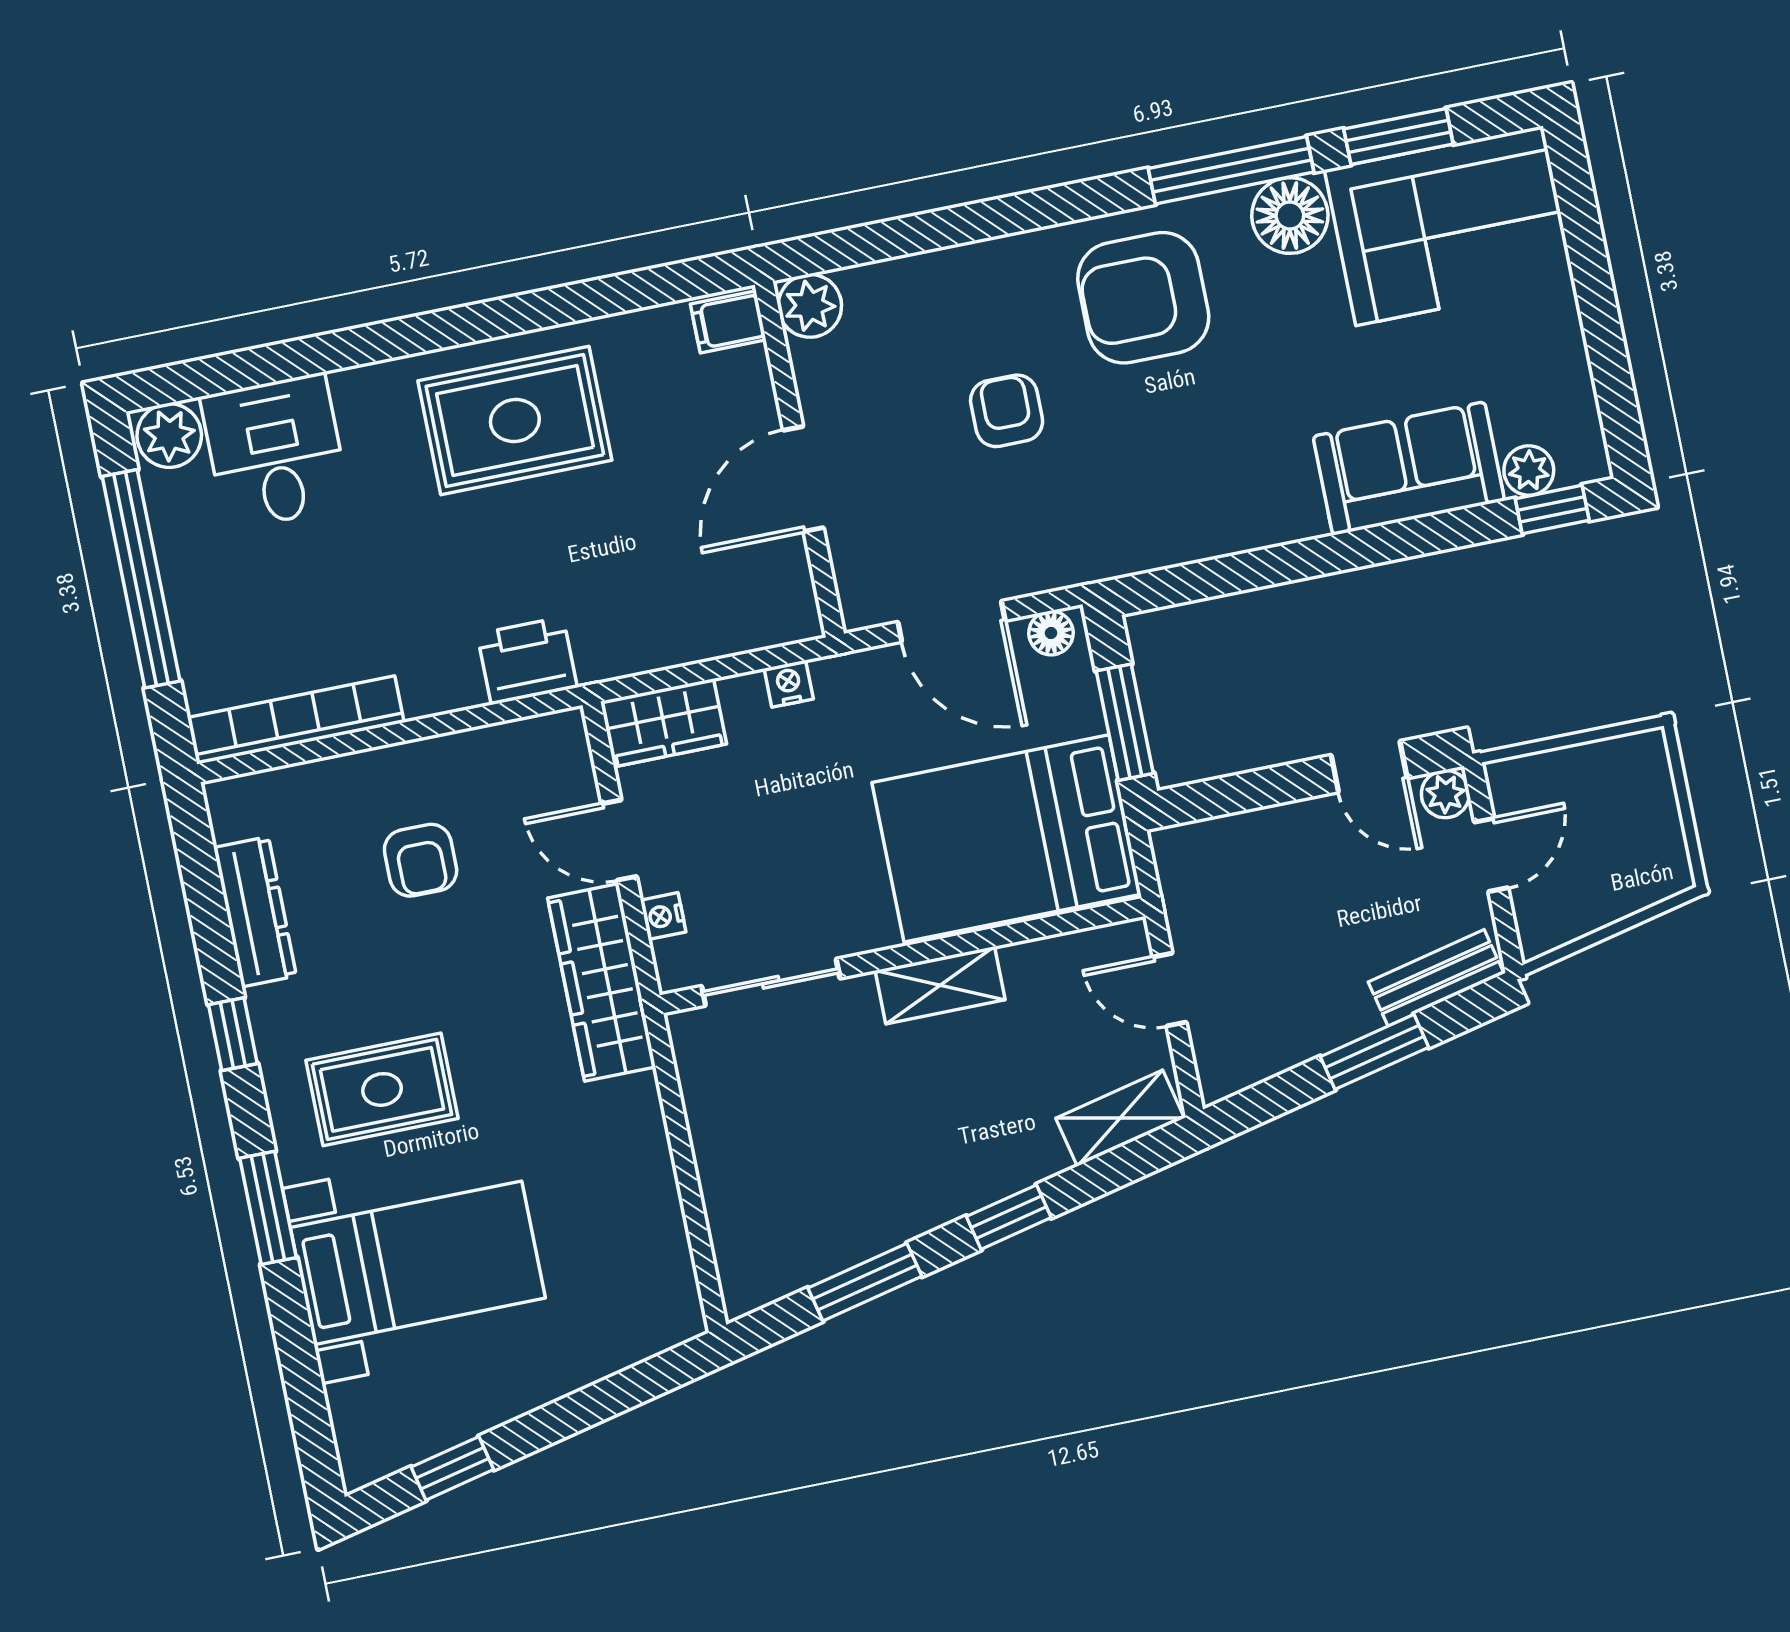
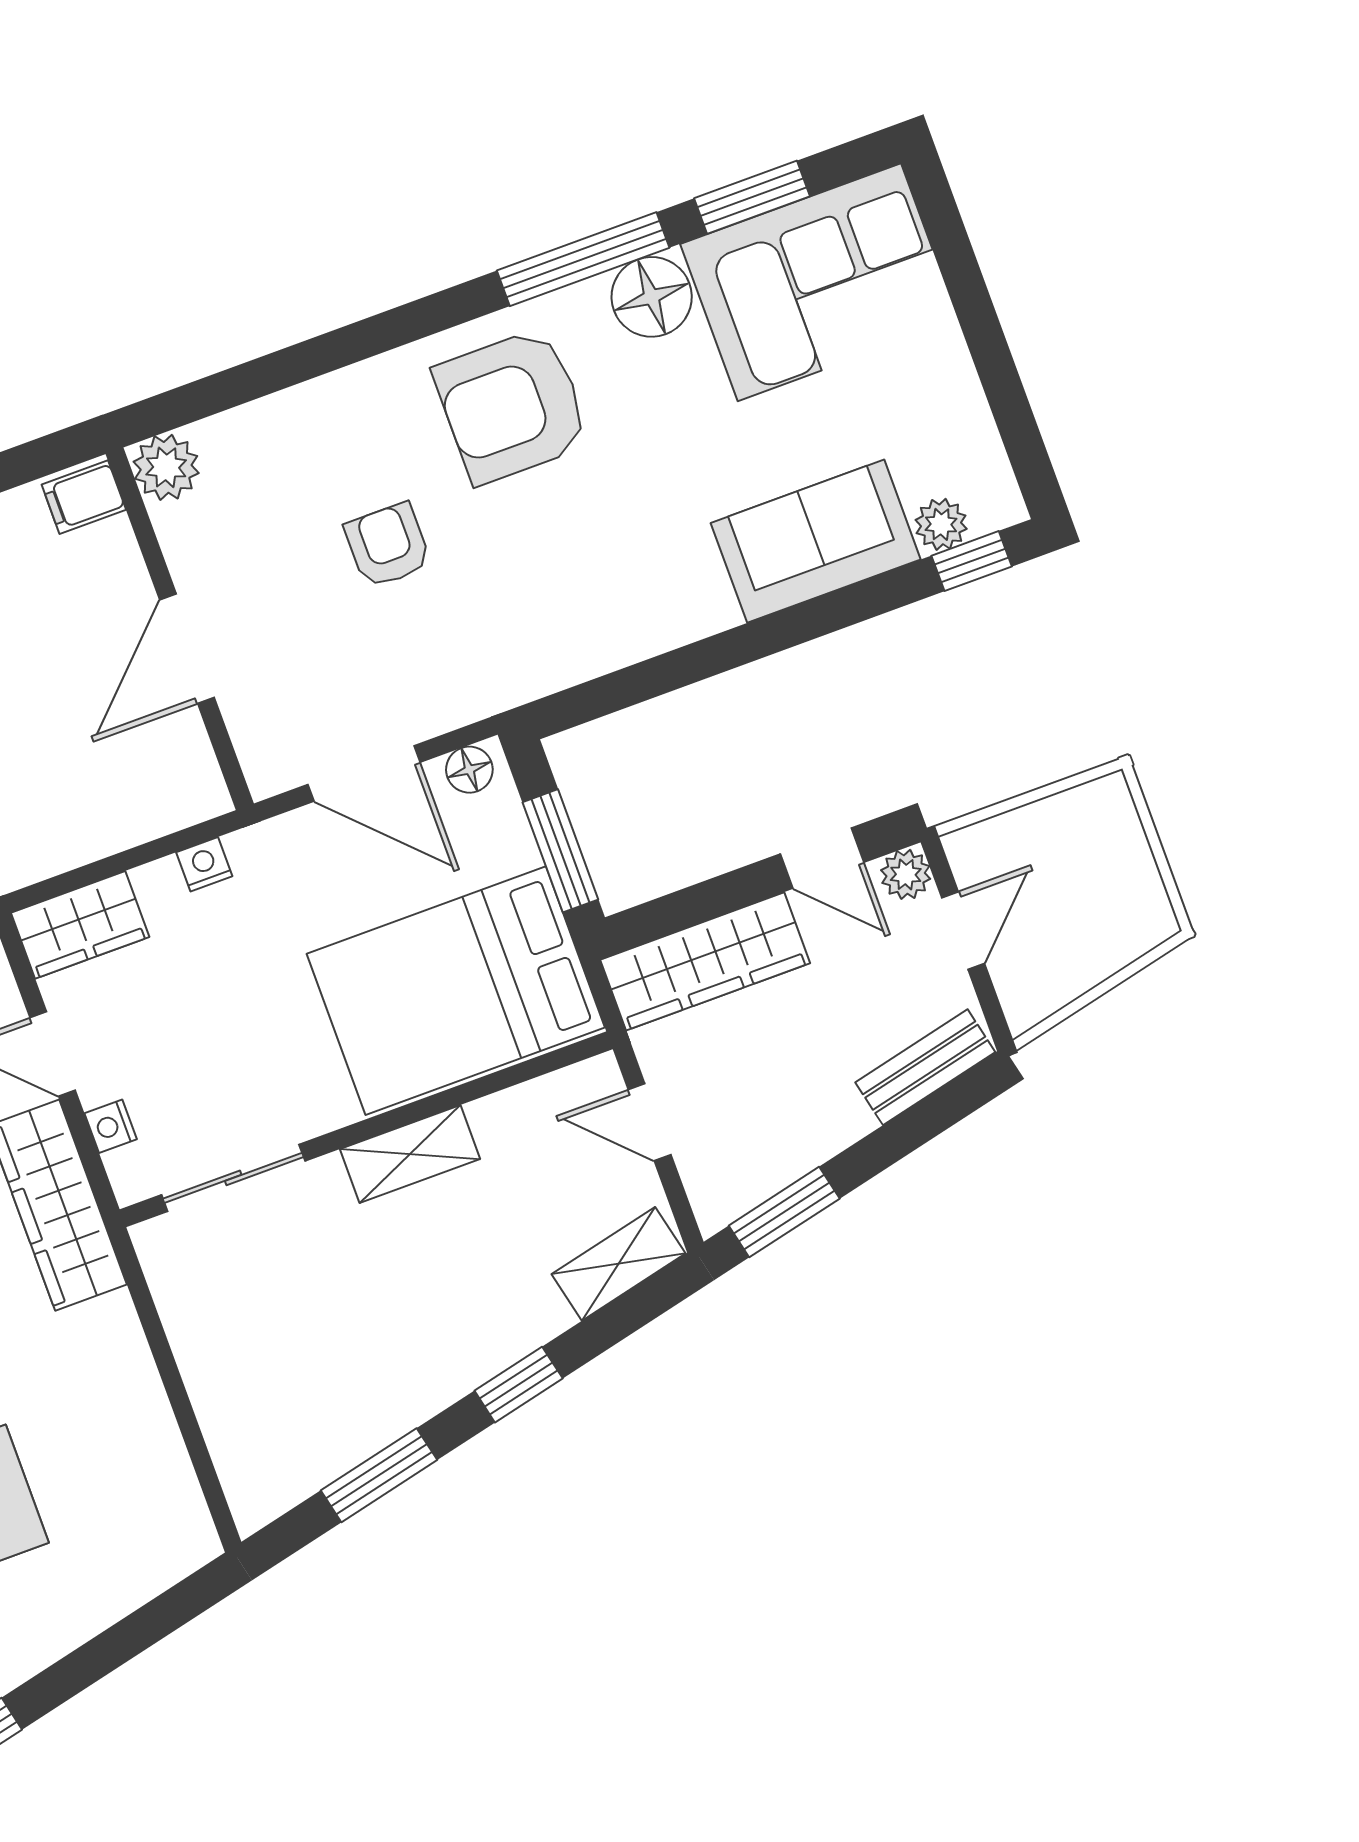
wardrobe: (1245, 847) -> (705, 961), added
window: (1374, 1052) -> (784, 1212), moved

